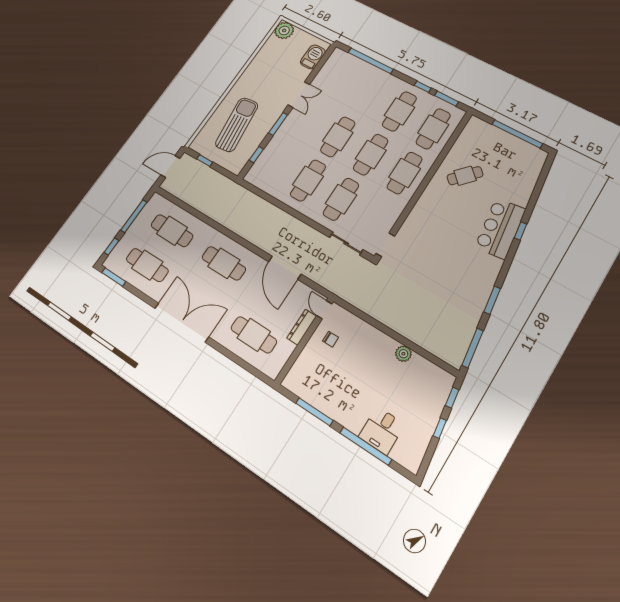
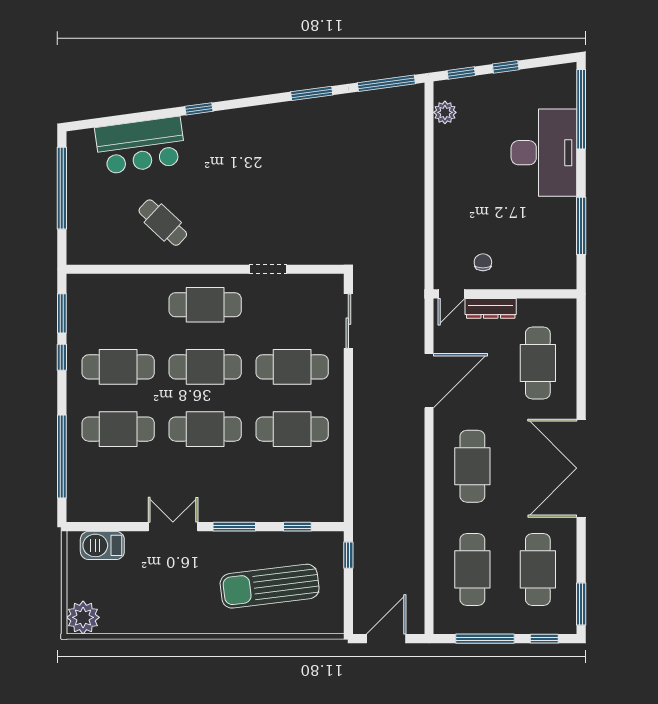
cafe table: (433, 129) -> (118, 429), moved
window: (205, 160) -> (348, 555), moved
door: (170, 167) -> (386, 639), swing flipped
bar counter: (500, 228) -> (140, 146), moved
doorway: (385, 245) -> (268, 269), moved
plant: (403, 354) -> (445, 112), moved
desk: (382, 431) -> (544, 153), width x1.87, depth x1.30
window: (366, 446) -> (581, 109), moved

